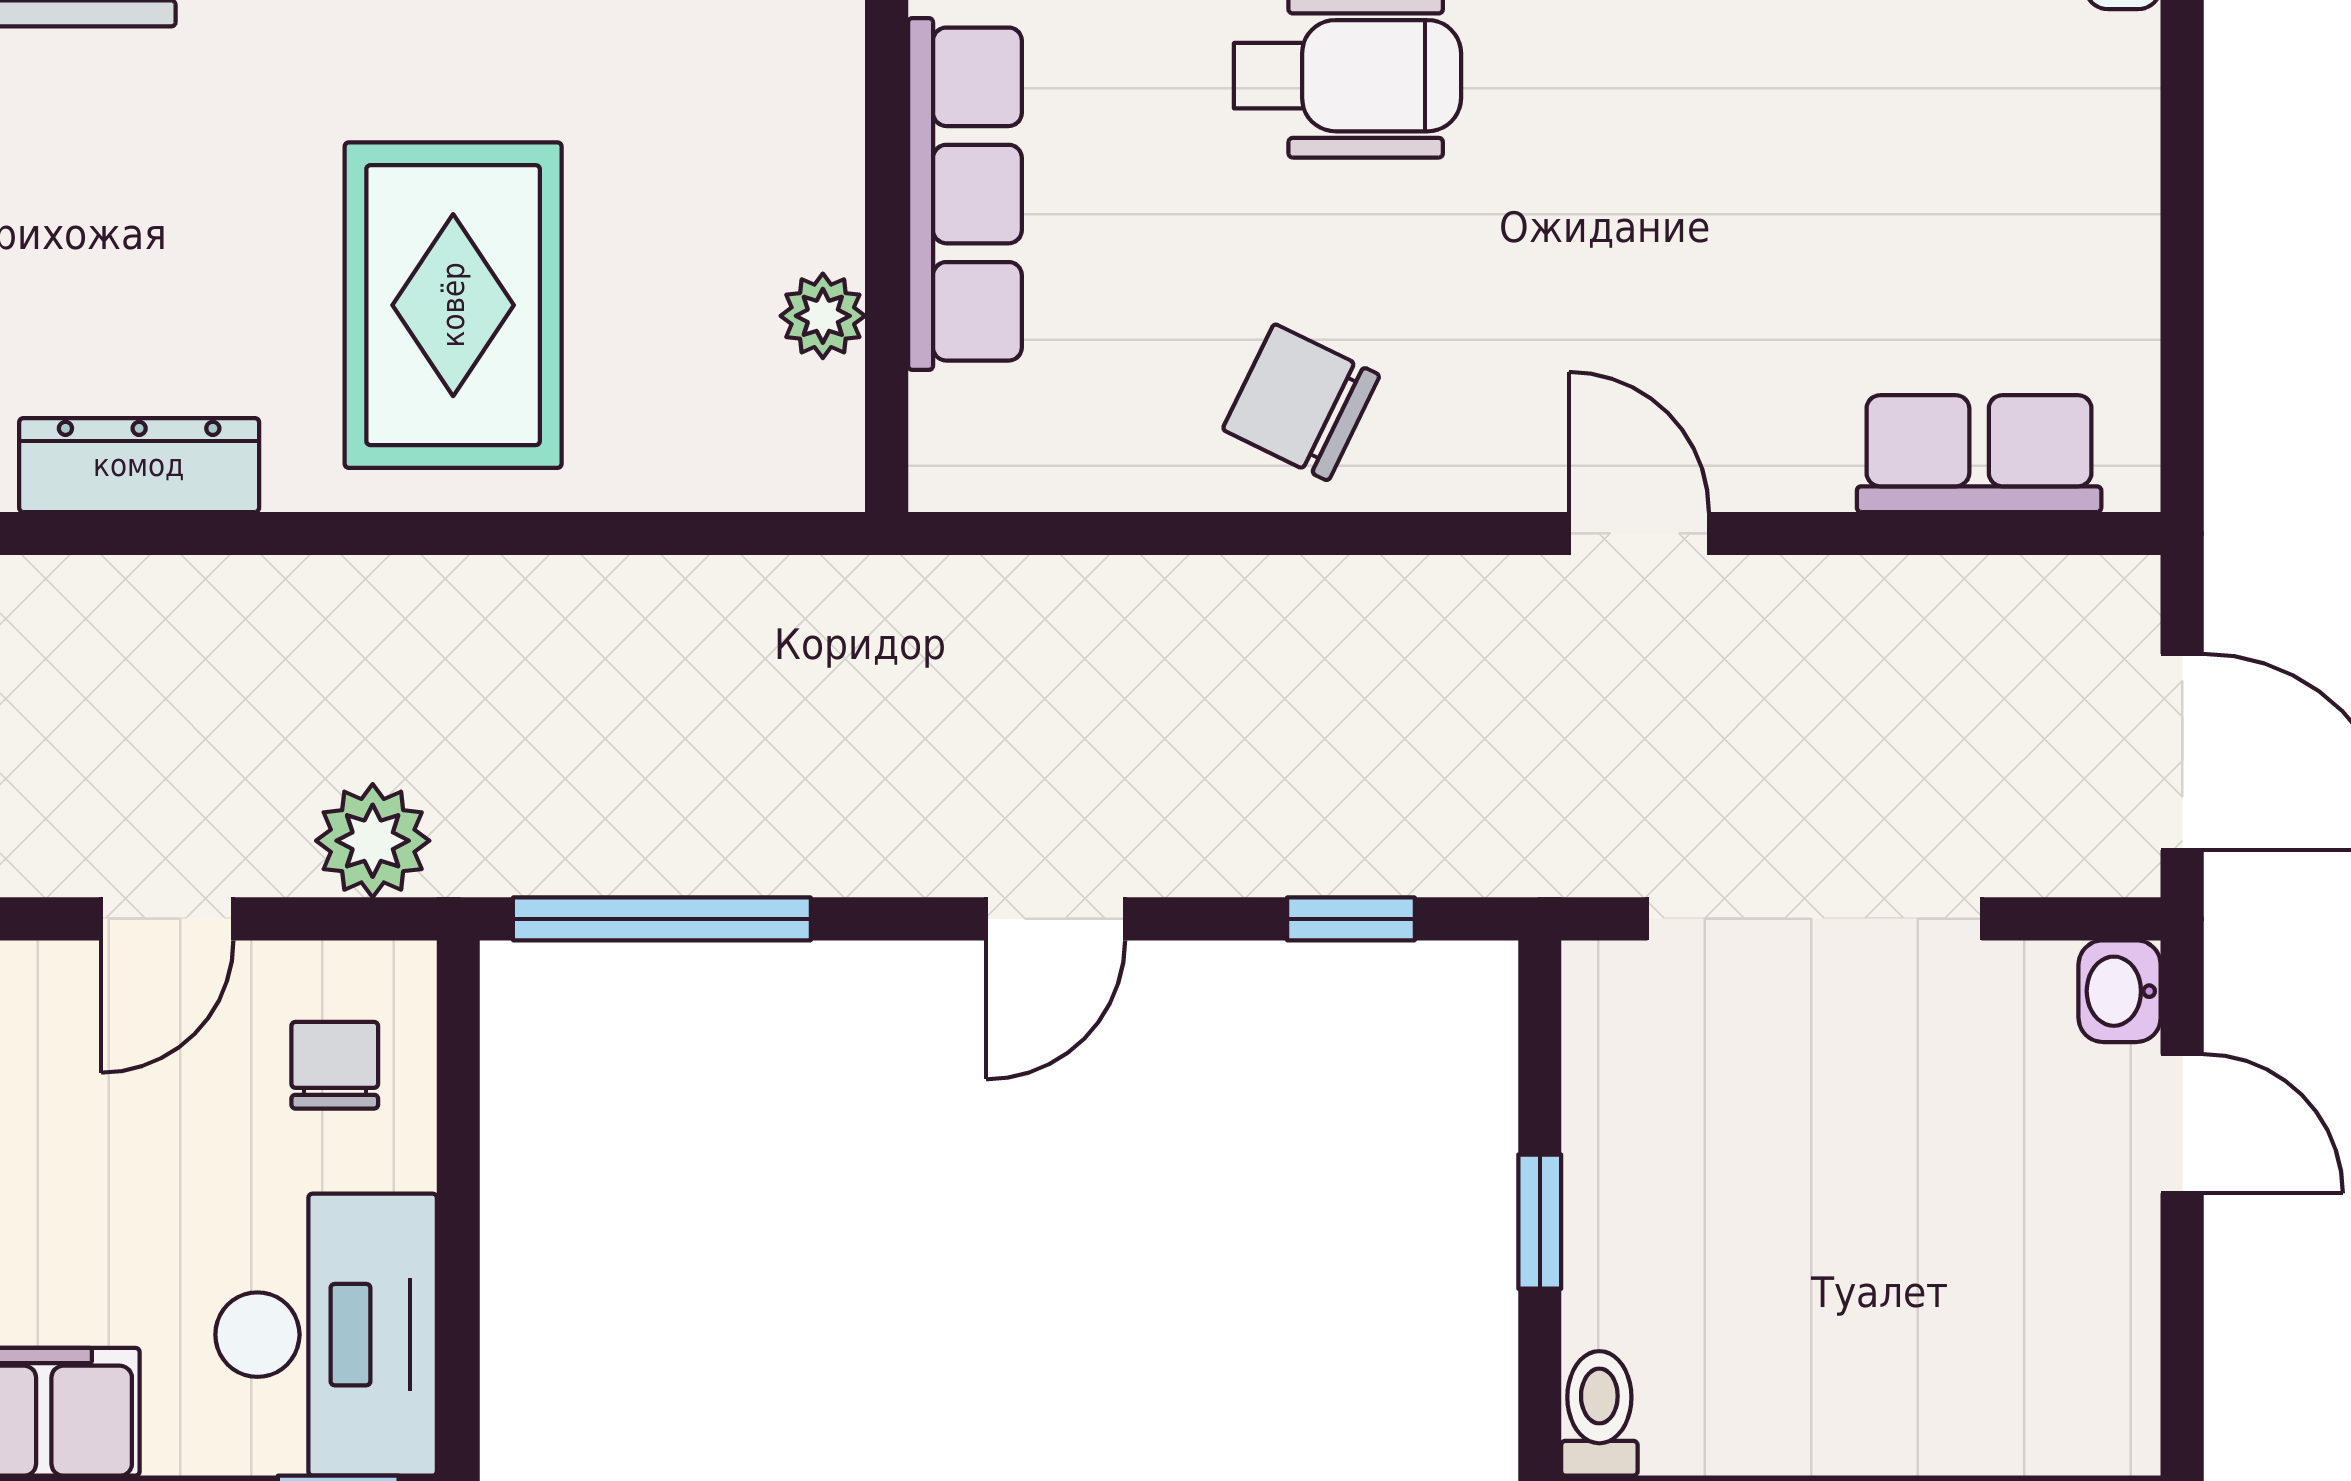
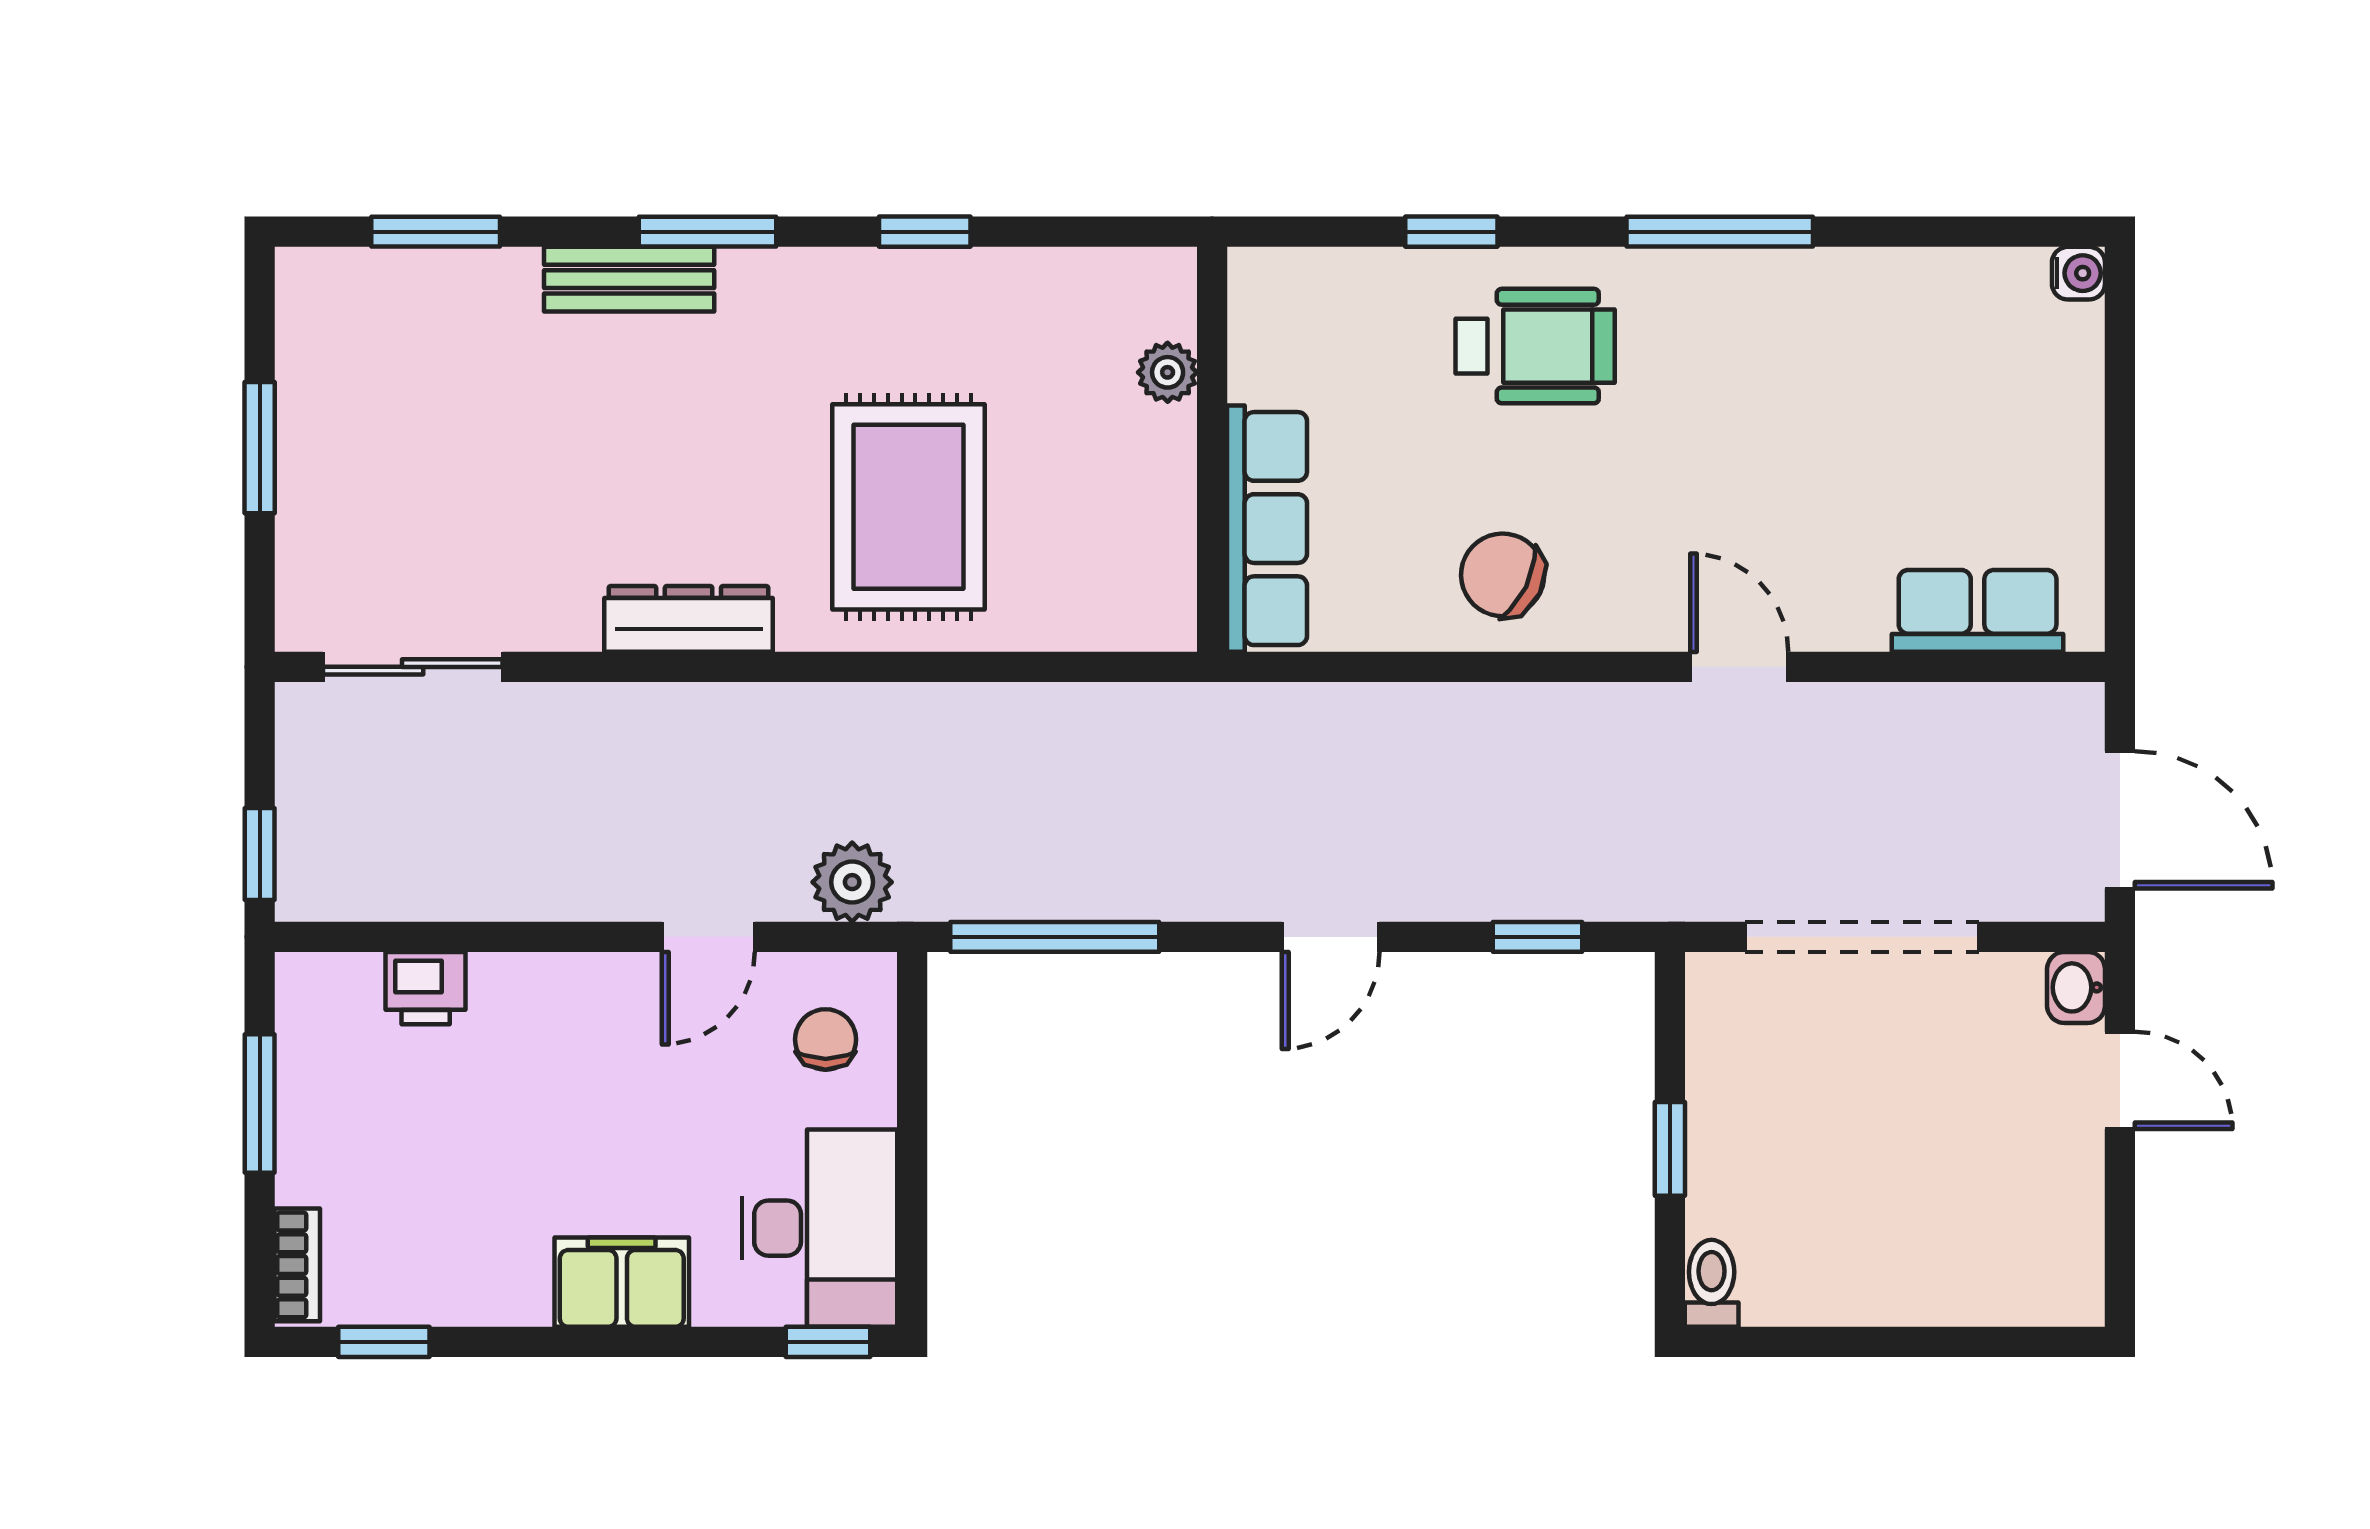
row of seats: (965, 194) -> (1267, 529), moved
plant: (823, 316) -> (1168, 372), moved

